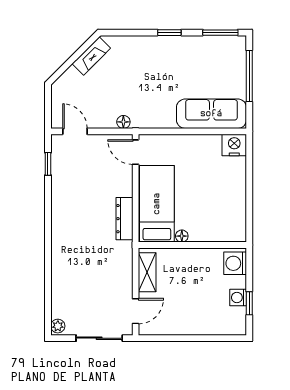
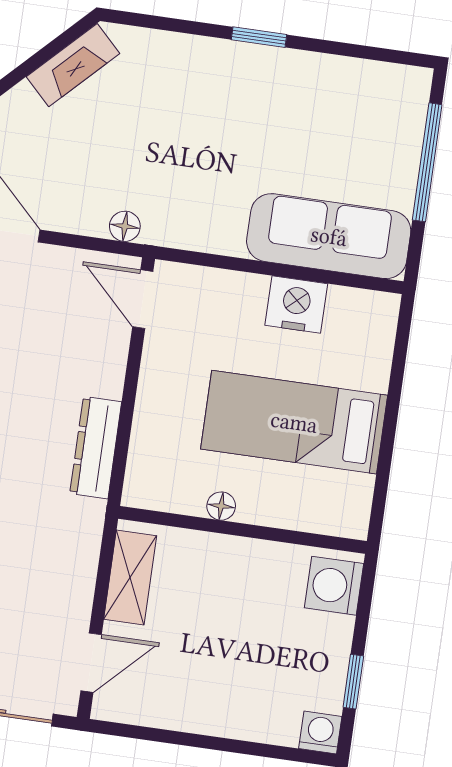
window: (220, 33) -> (375, 54), removed
nightstand: (234, 145) -> (296, 305), moved
bed: (157, 204) -> (294, 422), moved, turned -90
washing machine: (238, 297) -> (320, 732), moved, turned 90

